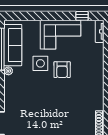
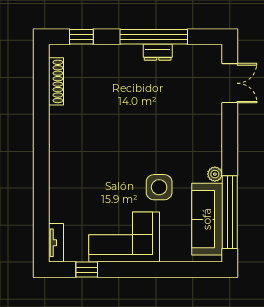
armchair: (62, 70) -> (121, 176), removed

